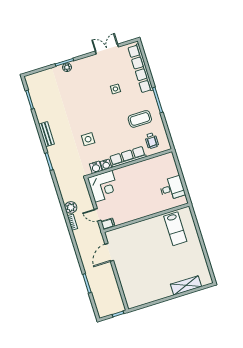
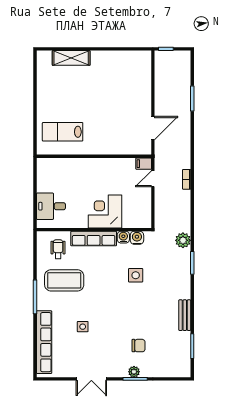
double door: (107, 49) -> (91, 379), moved
chair: (70, 88) -> (139, 346), added
coffee table: (140, 119) -> (64, 280), width x1.36, depth x1.32
bench: (47, 134) -> (185, 315), moved
corner desk: (103, 186) -> (105, 211), moved
desk: (172, 188) -> (51, 206), moved
plant: (71, 207) -> (183, 240), moved
door: (98, 215) -> (153, 179), swing flipped
lab bench: (175, 229) -> (63, 132), turned -90

